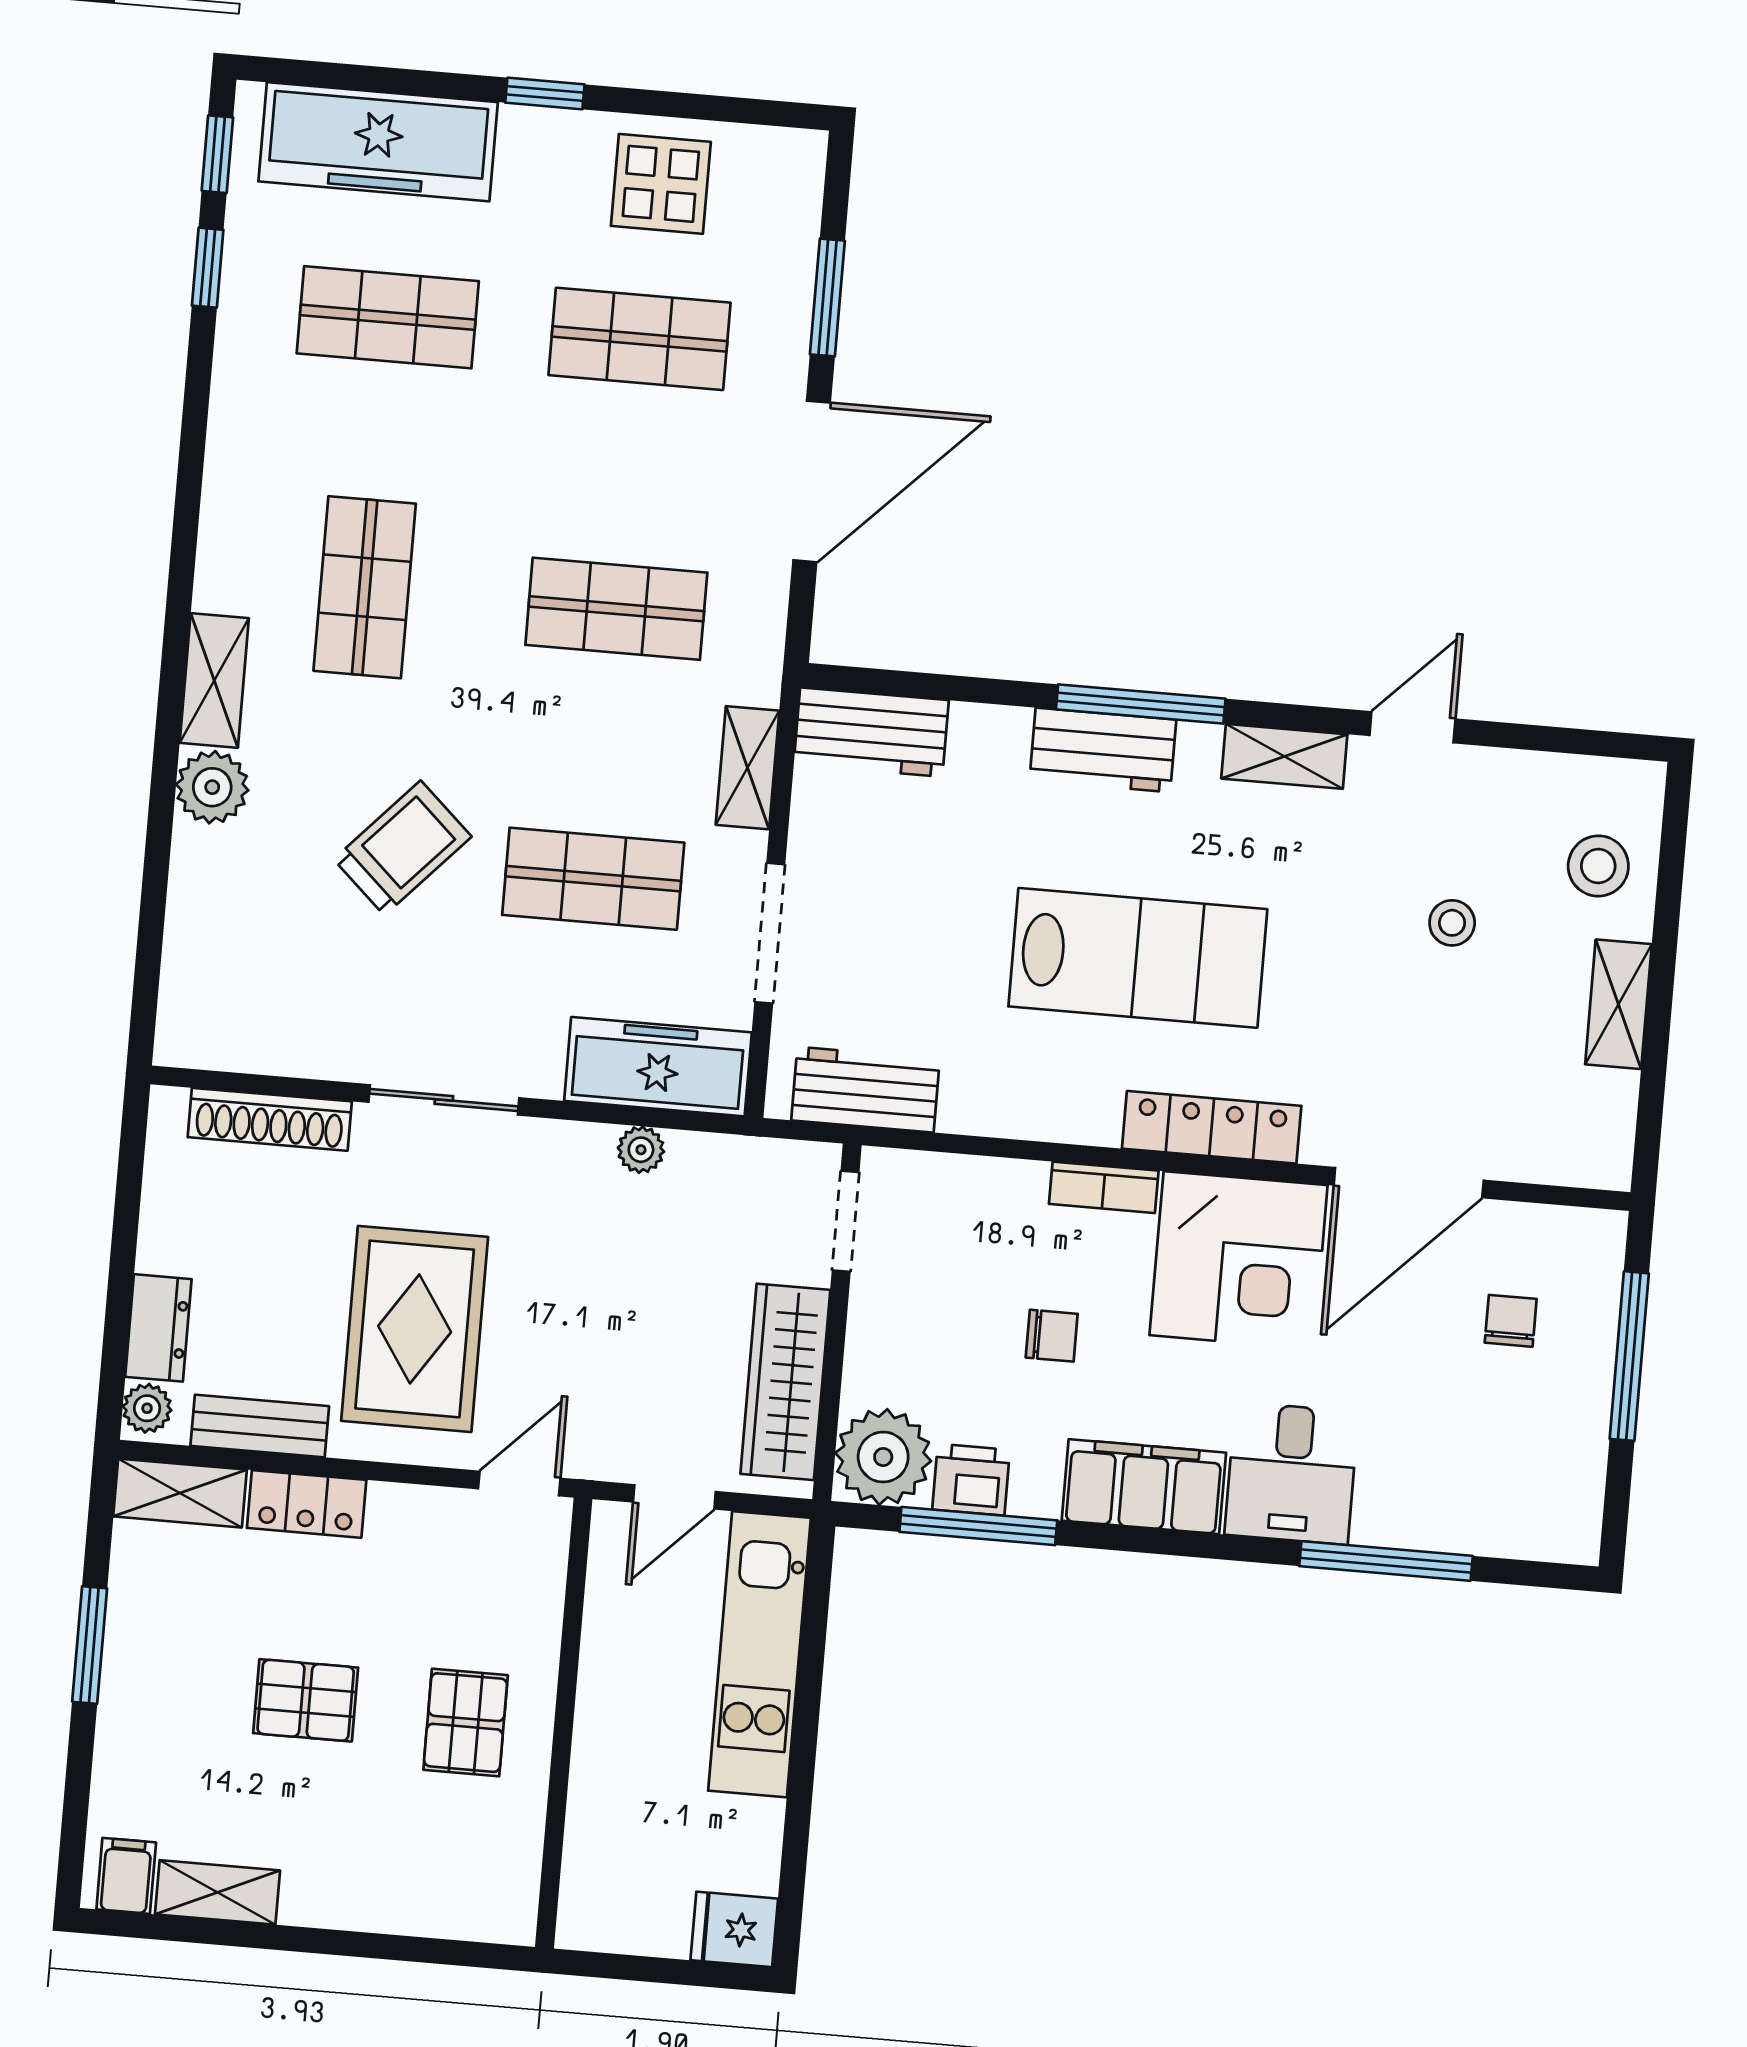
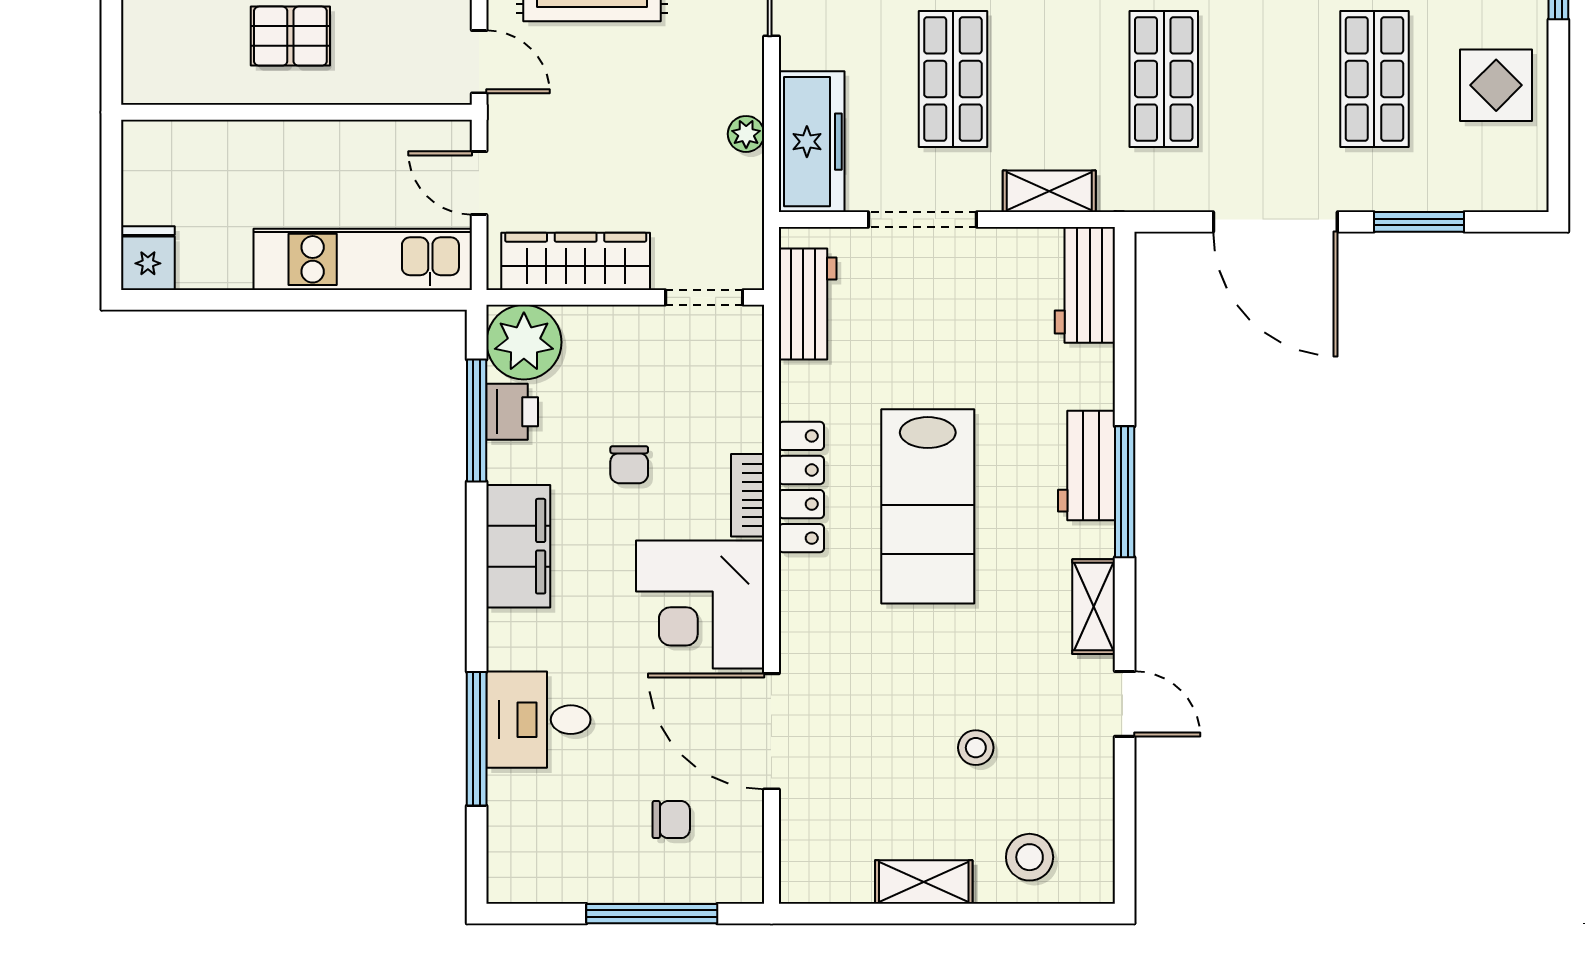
locker: (1212, 1127) -> (801, 487), moved
desk: (1292, 1473) -> (538, 720), moved

